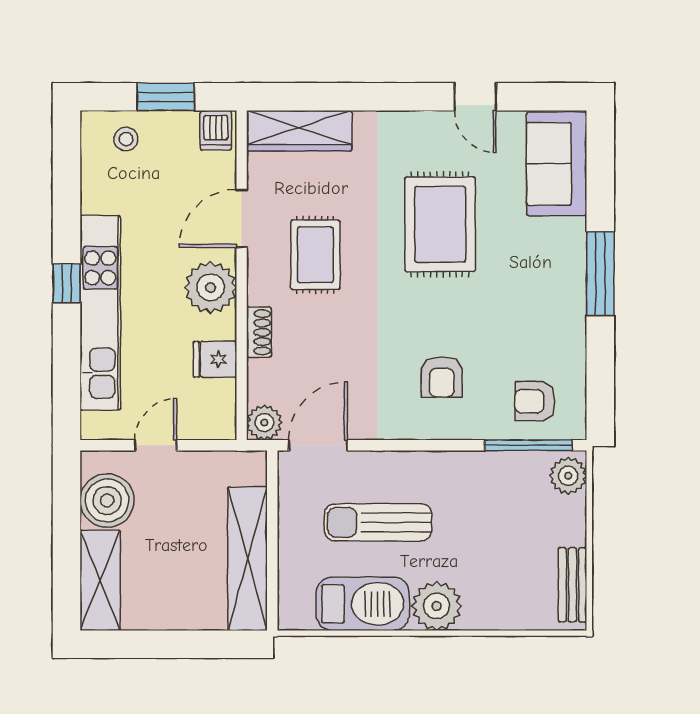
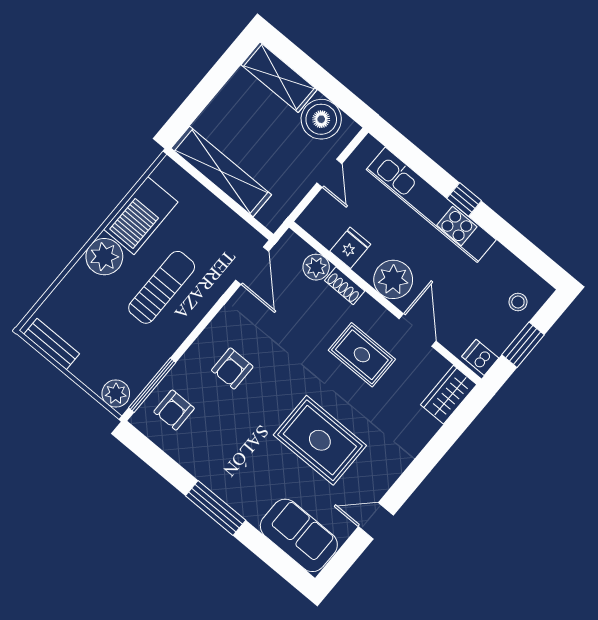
wardrobe: (299, 131) -> (449, 395), width x0.67
armchair: (442, 377) -> (232, 368), turned -90
armchair: (535, 401) -> (174, 410), turned 180
plant: (264, 423) -> (316, 267), moved
sun lounger: (378, 522) -> (162, 287), moved

